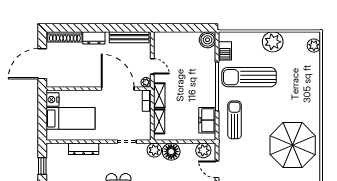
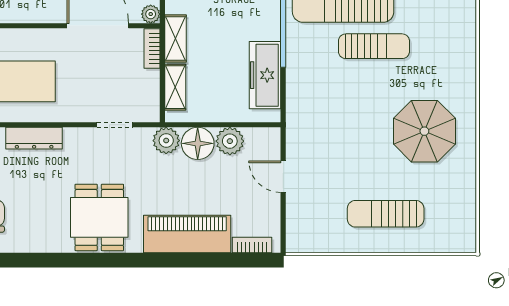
freezer: (207, 120) -> (265, 75), width x1.40
sun lounger: (235, 120) -> (374, 46), moved, turned 90
parasol: (293, 145) -> (424, 131), width x0.73, depth x0.73
plant: (203, 150) -> (230, 141), moved

